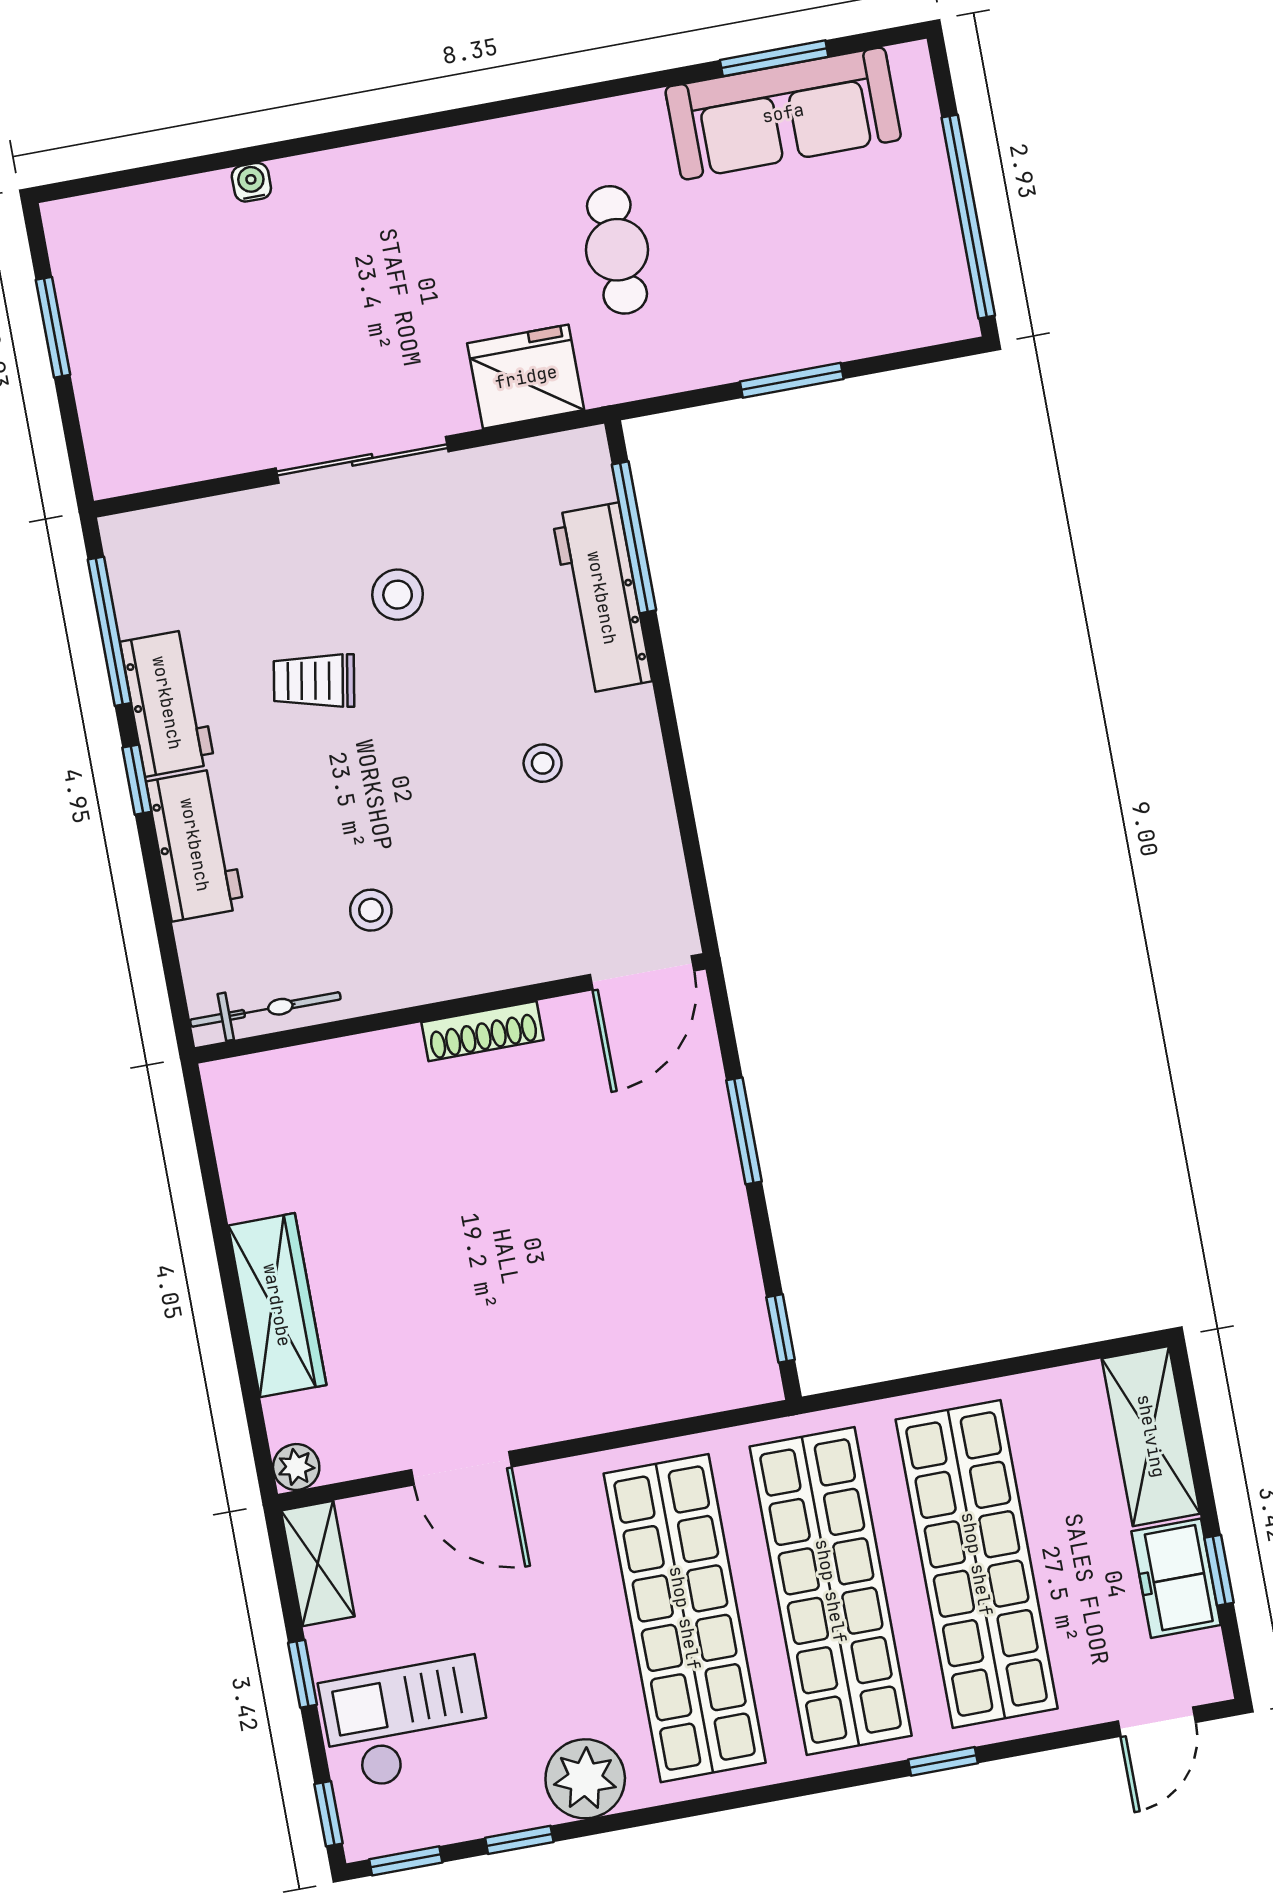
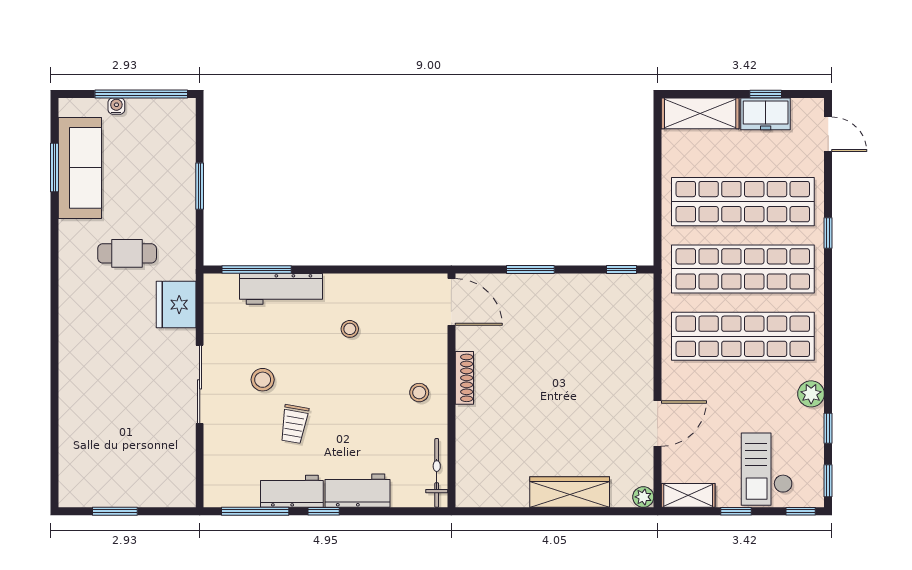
water cooler: (251, 182) -> (116, 106), moved, turned 90
stool: (371, 910) -> (419, 393), moved
plant: (585, 1779) -> (811, 394), width x0.73, depth x0.73

